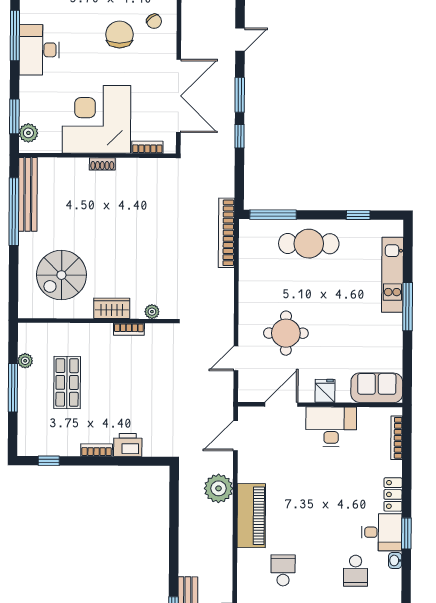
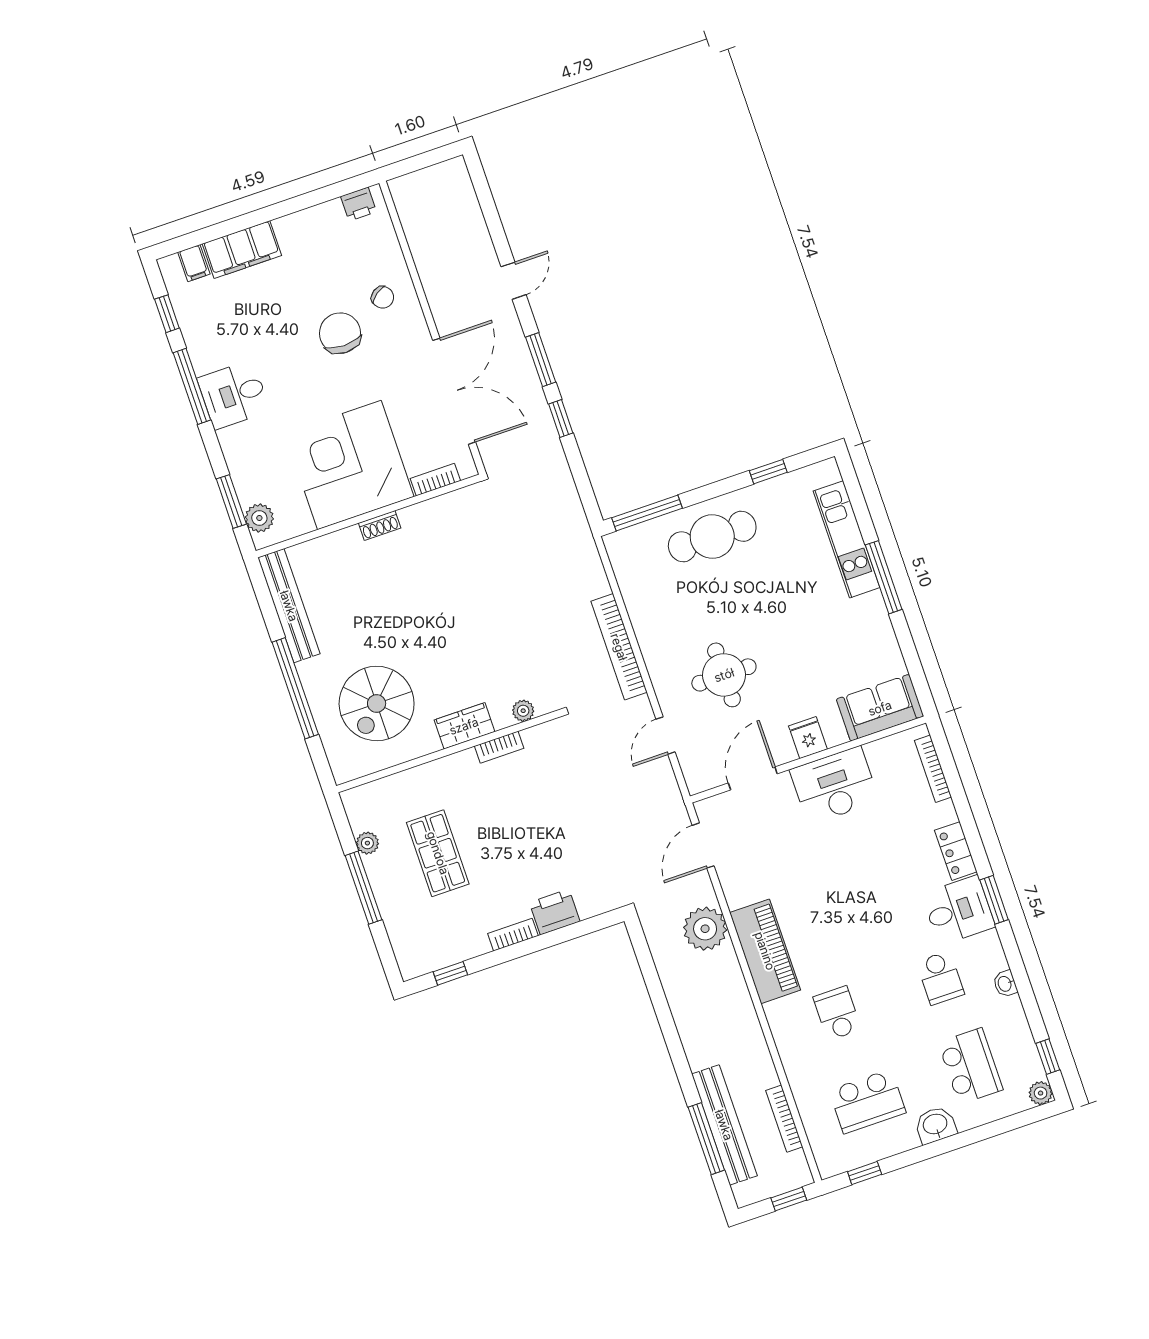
desk: (39, 50) -> (234, 395), width x0.73
window: (14, 212) -> (295, 688), moved
bookcase: (226, 233) -> (619, 647), moved
washbasin: (395, 560) -> (1005, 984), moved

